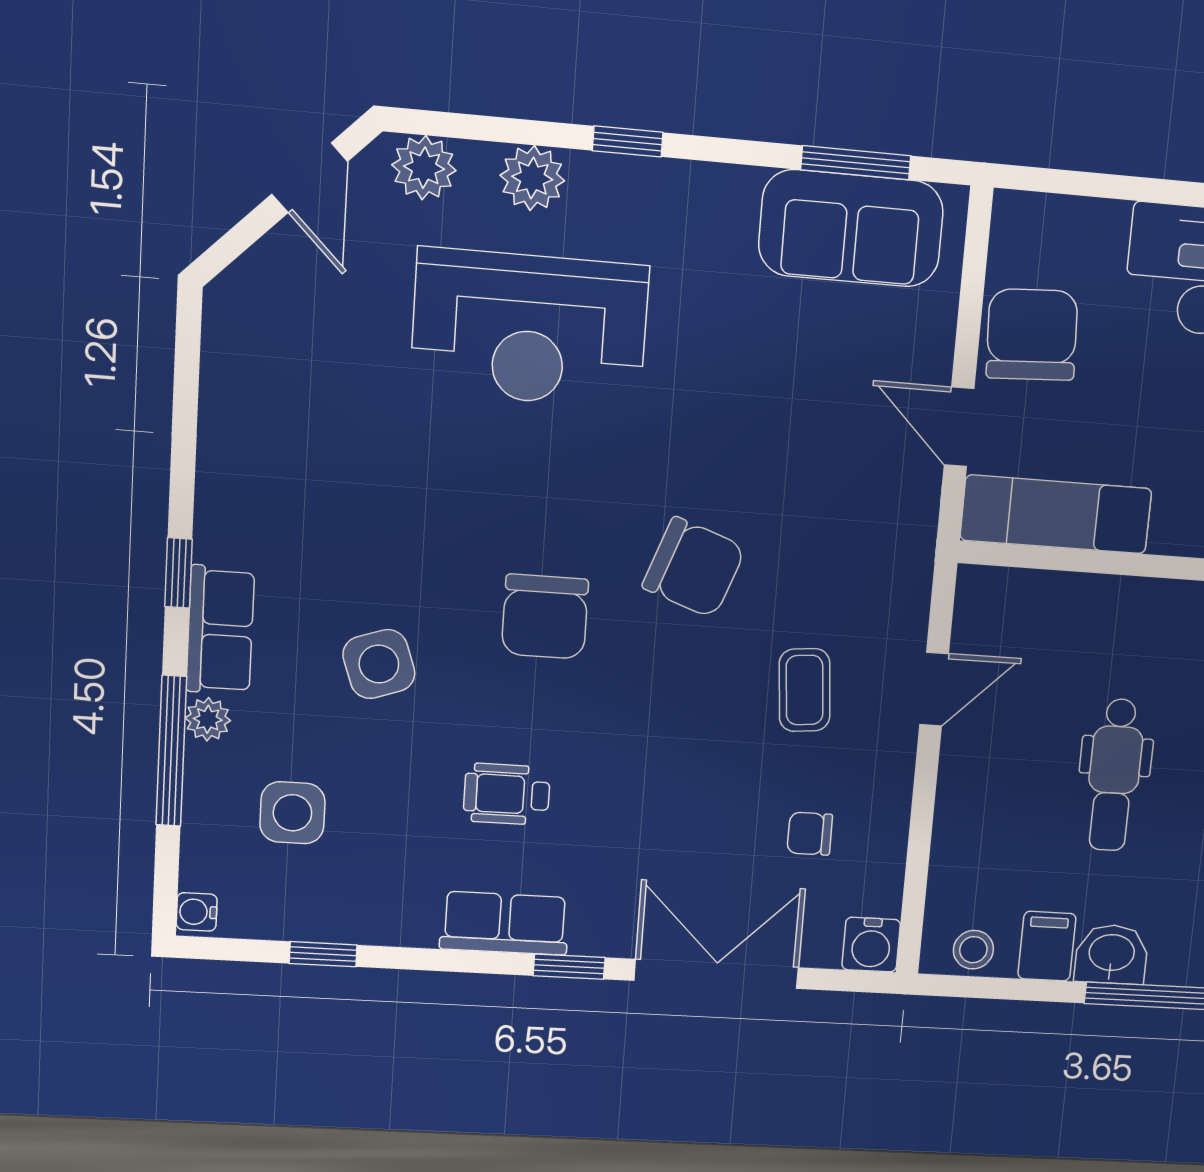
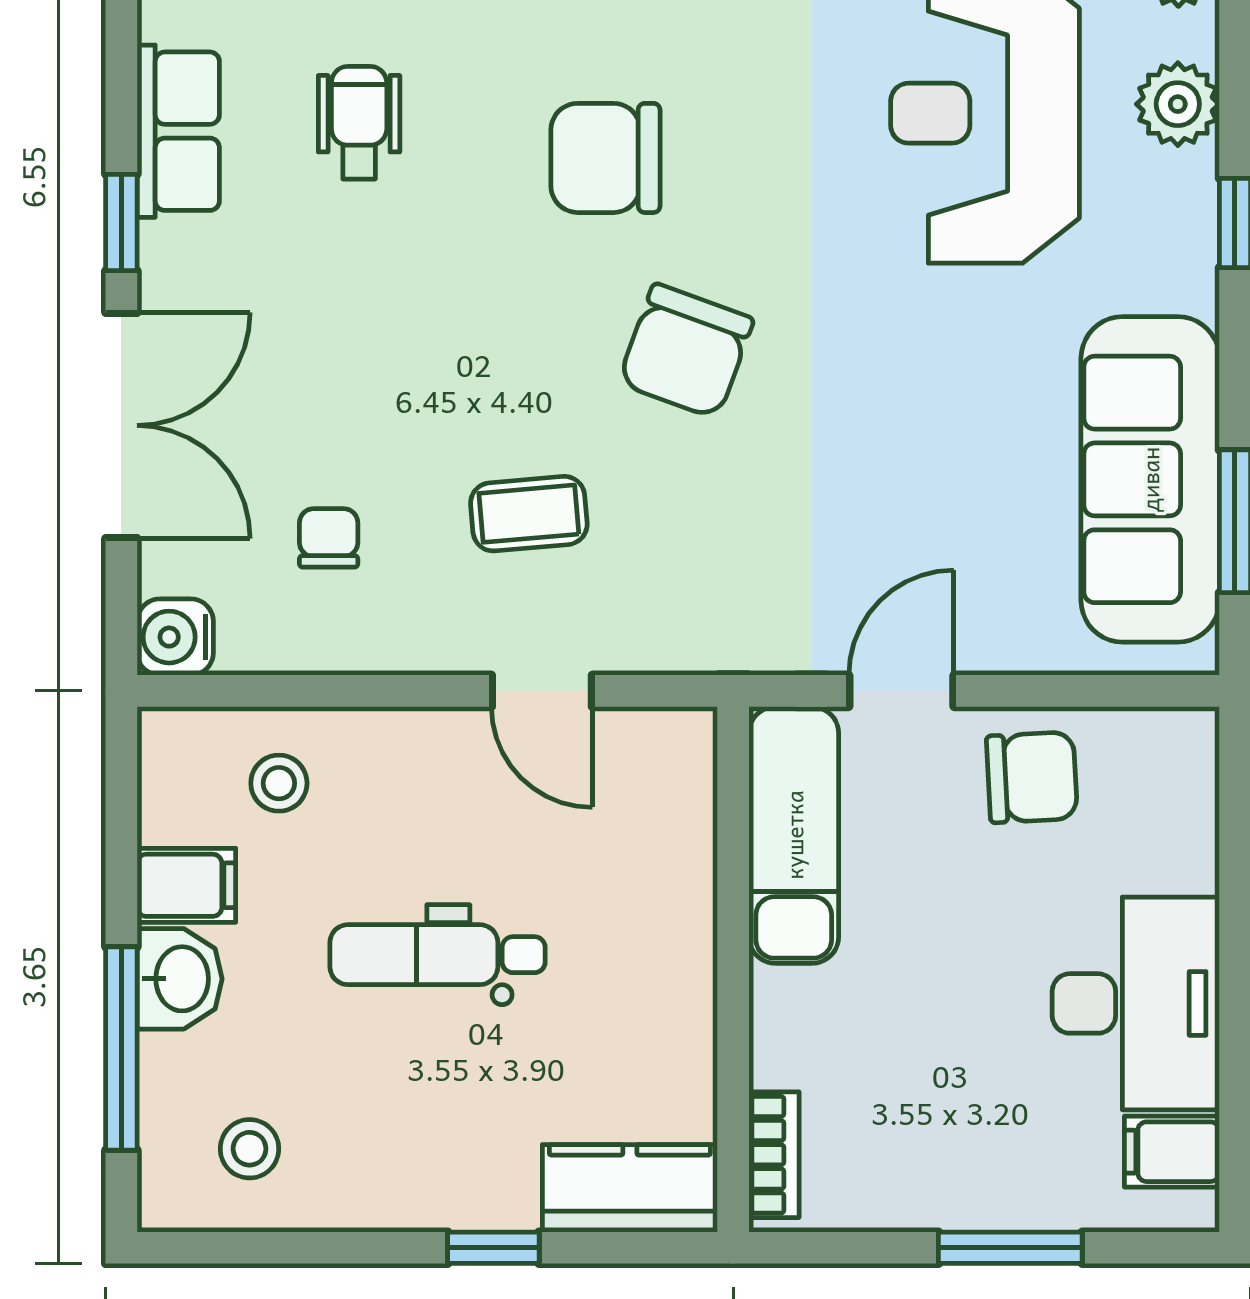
sofa: (851, 228) -> (1150, 479), width x1.36
chair: (1032, 335) -> (1032, 777), width x0.73, depth x0.73
stool: (973, 950) -> (279, 783), moved

